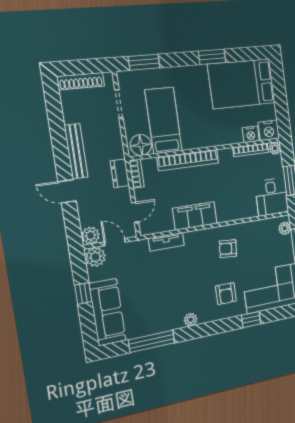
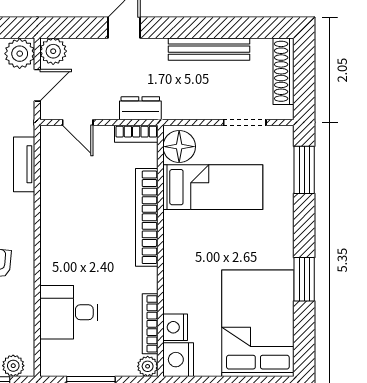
bench: (76, 151) -> (209, 49), moved
desk: (272, 197) -> (69, 312), moved
filing cabinet: (195, 216) -> (58, 216), removed

